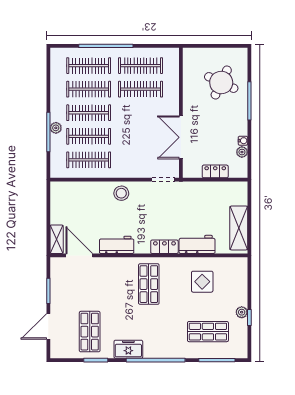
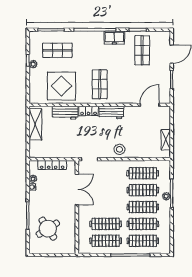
round table: (221, 83) -> (48, 229), turned 32
locker: (215, 171) -> (52, 165), width x1.53
shelving: (57, 239) -> (166, 140), moved
workbench: (117, 245) -> (111, 112), moved
door: (79, 255) -> (150, 105), swing flipped
display table: (202, 282) -> (61, 86), width x1.86, depth x1.86

